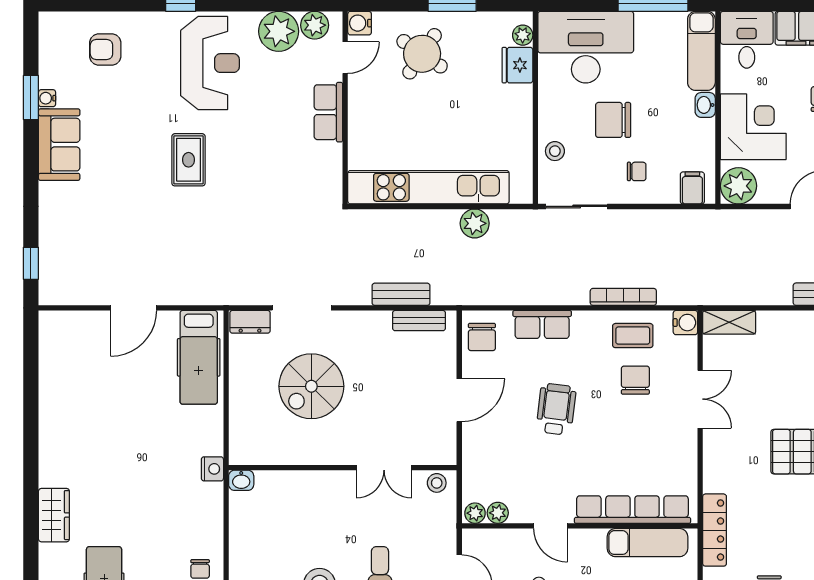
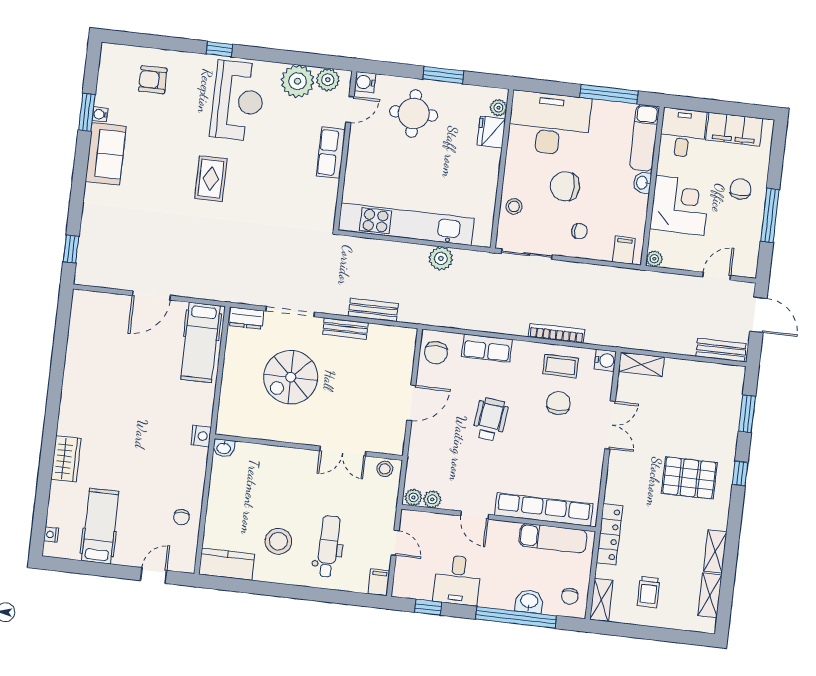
round table: (422, 54) -> (414, 113), turned -34
plant: (738, 186) -> (654, 259), width x0.53, depth x0.53
bench: (419, 321) -> (345, 329), moved

